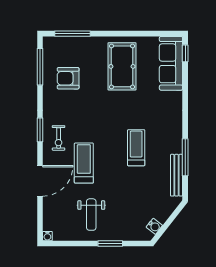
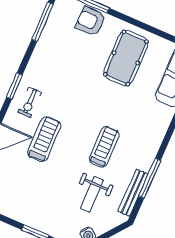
armchair: (68, 78) -> (91, 21), moved
weight bench: (91, 215) -> (92, 194), moved

